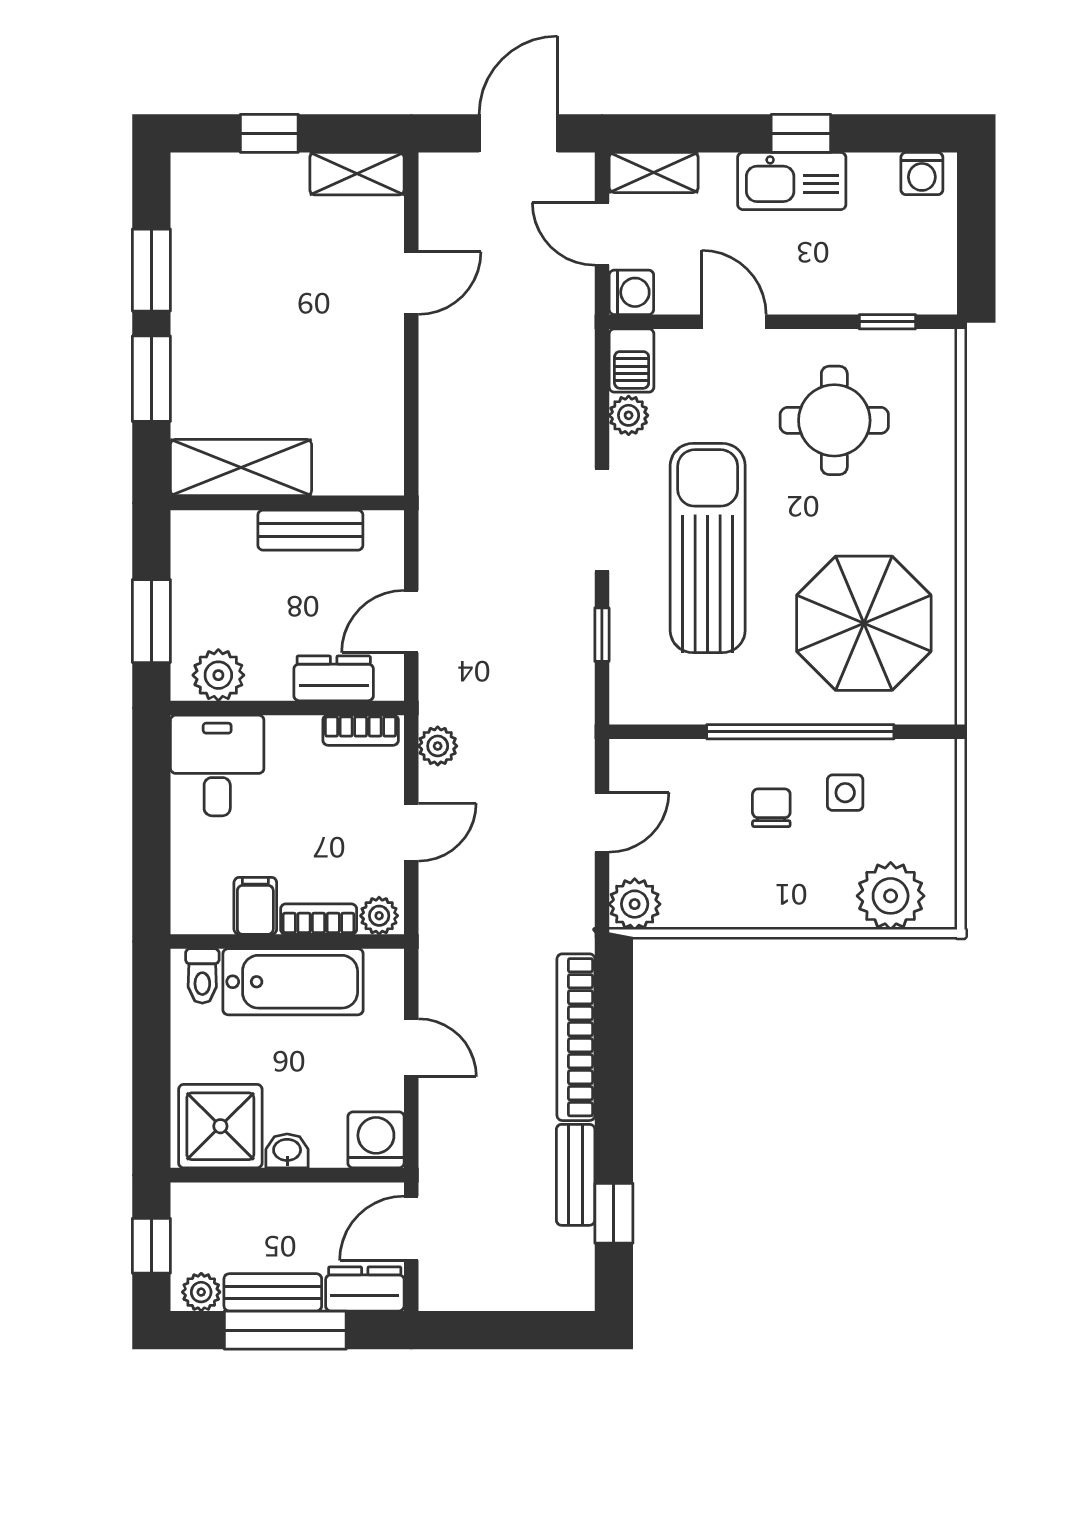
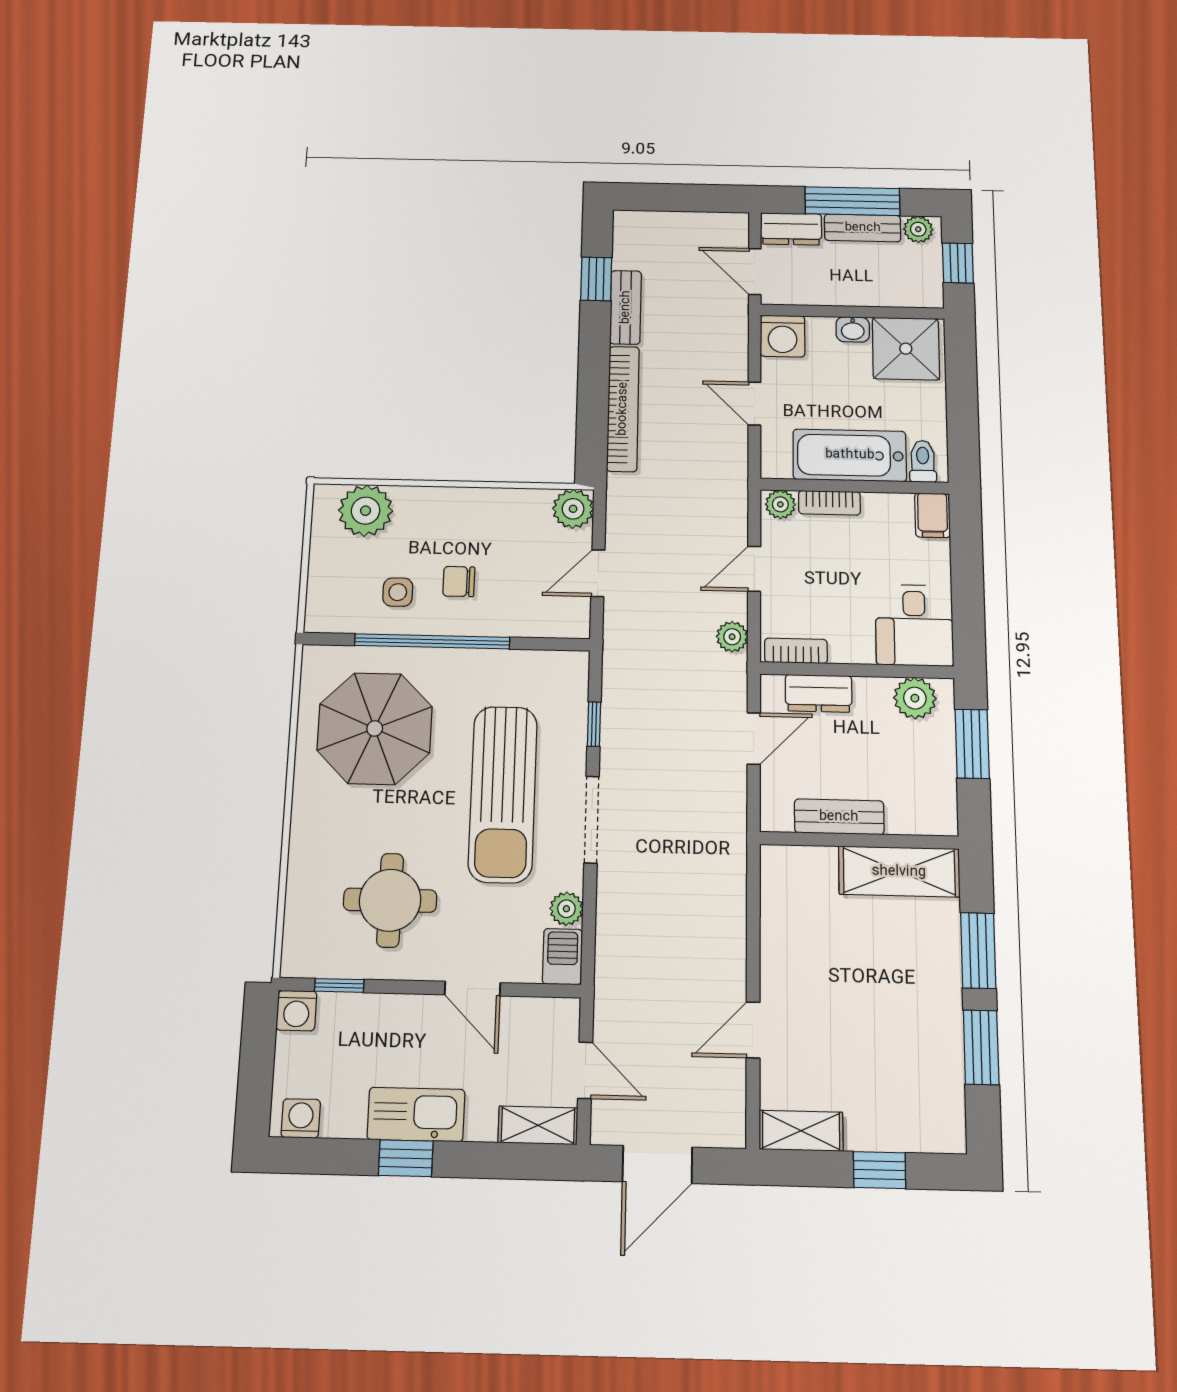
washing machine: (631, 292) -> (296, 1011), moved, turned -90
chair: (771, 808) -> (459, 581), turned 90
filing cabinet: (255, 906) -> (933, 515), moved
door: (411, 1228) -> (755, 271), swing flipped

